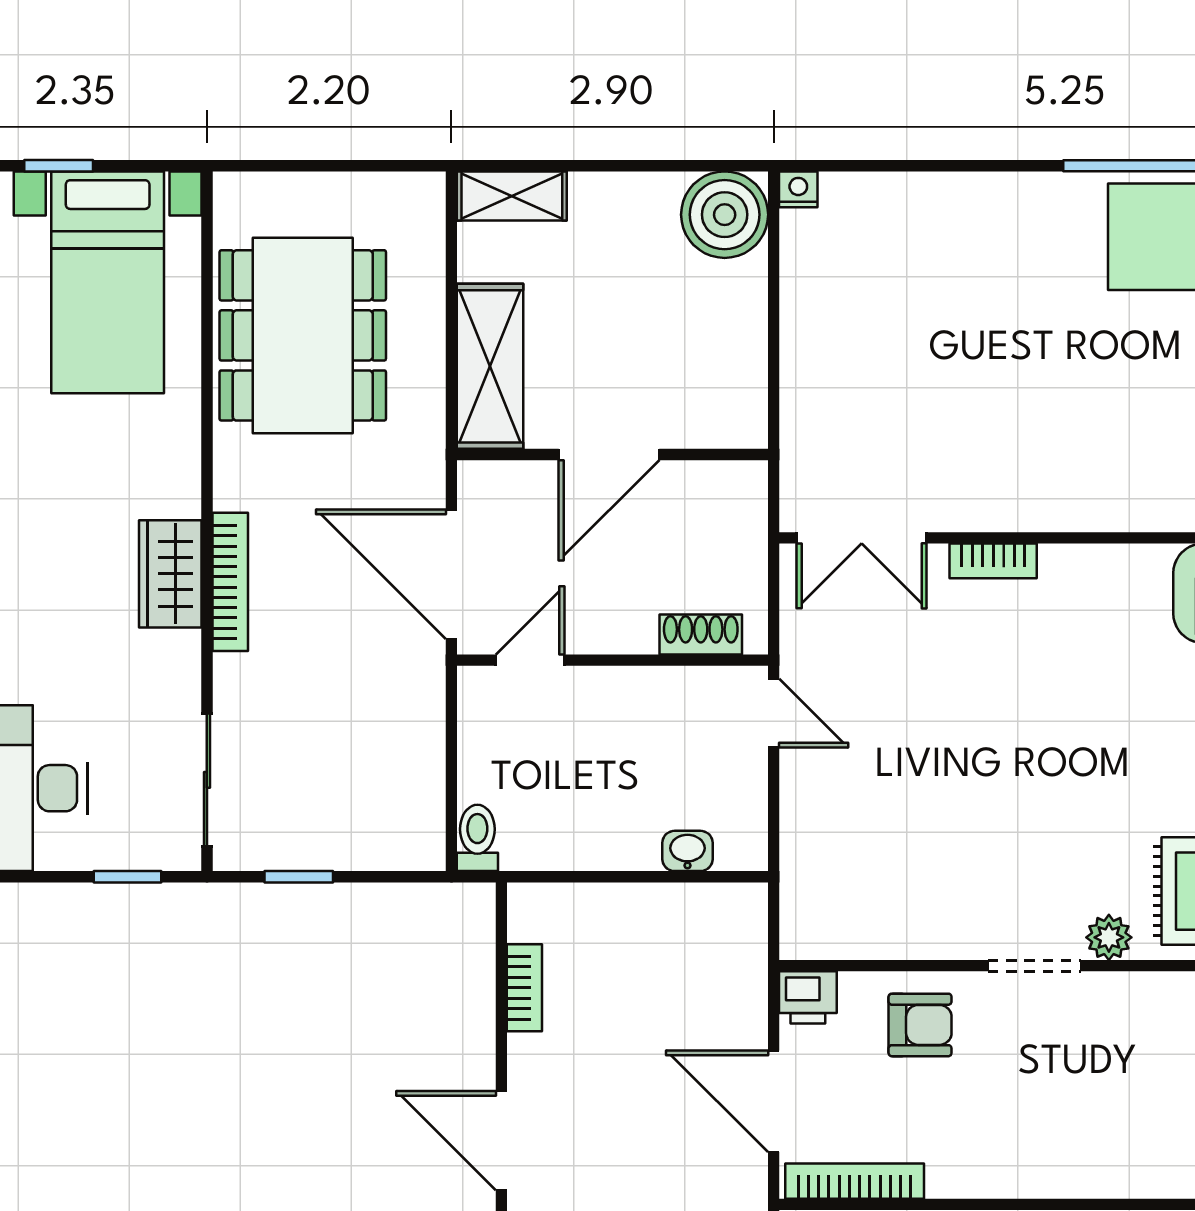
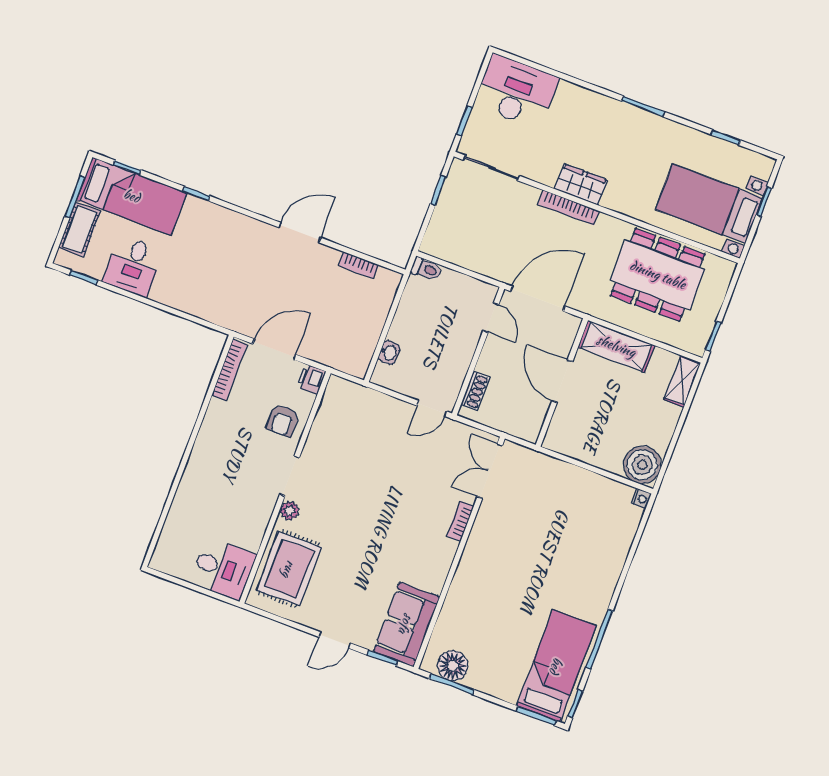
window: (390, 166) -> (713, 336), added

